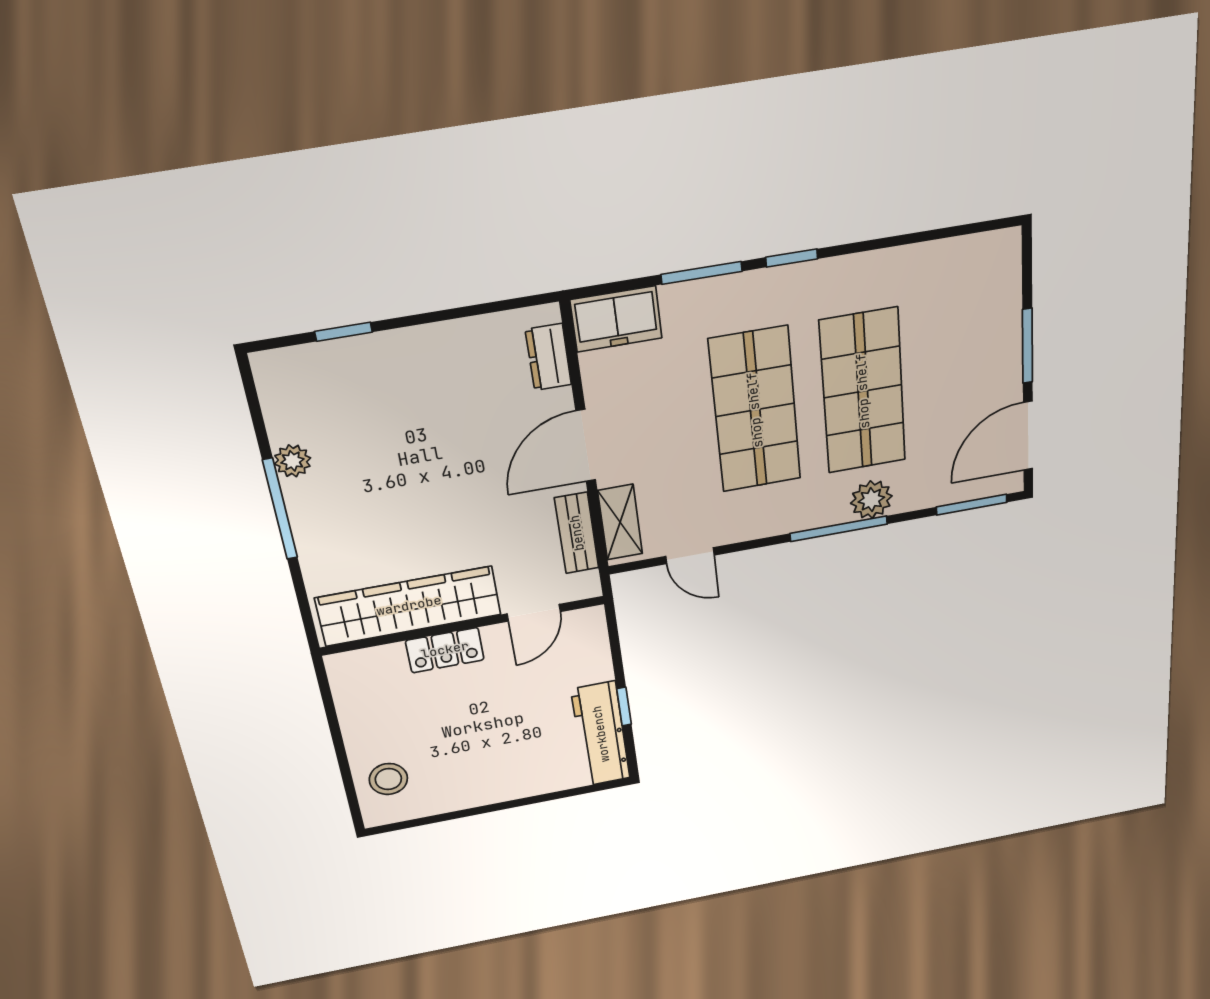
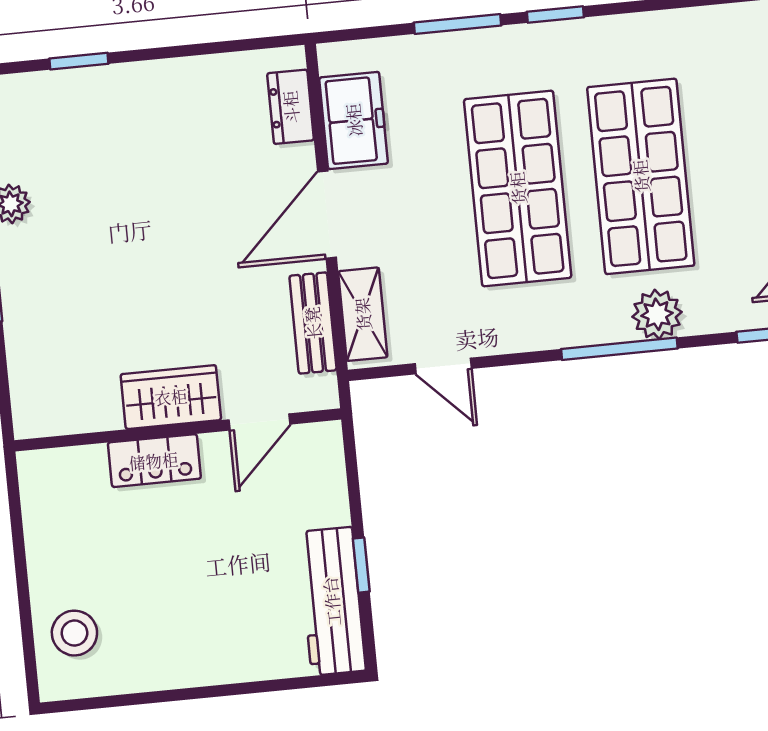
freezer: (616, 319) -> (354, 120), moved, turned -90
wardrobe: (409, 606) -> (171, 397), width x0.48, depth x0.85

